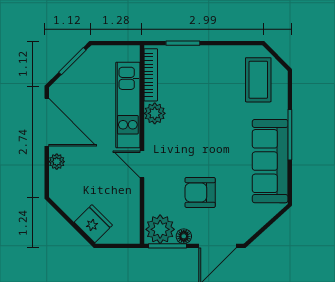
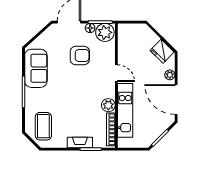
fireplace: (200, 54) -> (80, 143), added
sofa: (270, 161) -> (36, 68), width x0.73
fridge: (93, 224) -> (162, 51), moved

